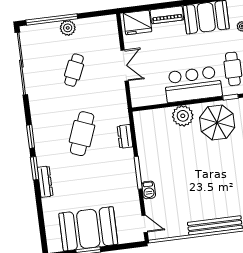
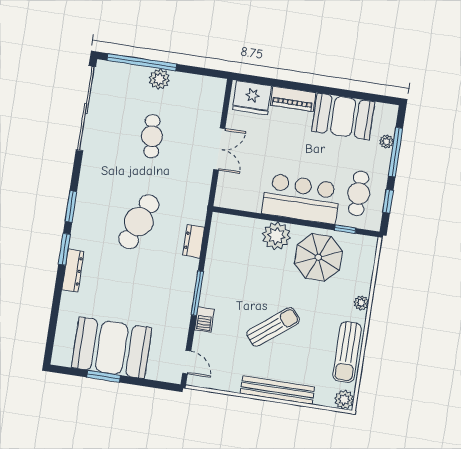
cafe table: (74, 70) -> (152, 136), turned -30
sun lounger: (199, 181) -> (273, 327), added

